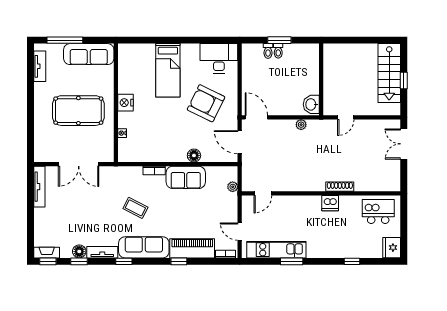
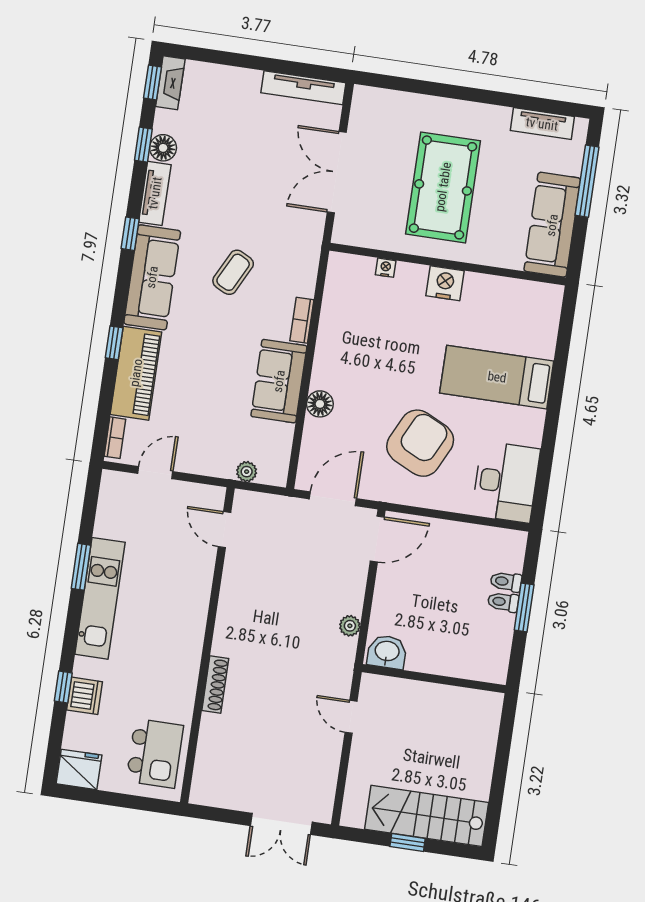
double door: (404, 144) -> (281, 824), swing flipped
dishwasher: (330, 203) -> (85, 696), moved, turned 180
kitchen unit: (276, 250) -> (100, 598), moved

